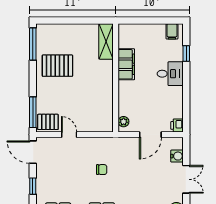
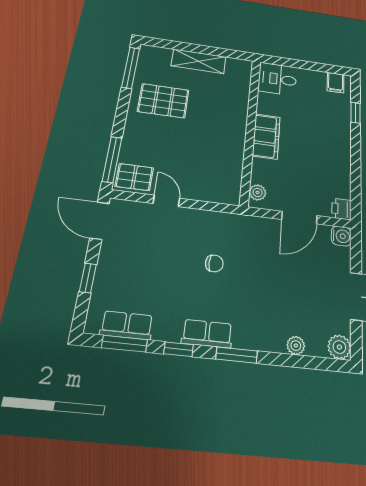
shelving: (106, 41) -> (199, 61), moved, turned 90
filing cabinet: (126, 64) -> (266, 136), moved
desk: (170, 74) -> (277, 79), moved, turned 180
water cooler: (177, 156) -> (341, 236), moved

